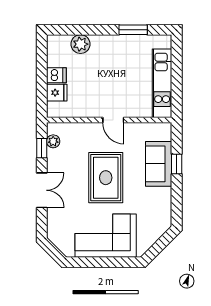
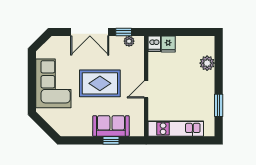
dishwasher: (56, 75) -> (154, 44), moved
double door: (42, 190) -> (90, 32), width x1.37

